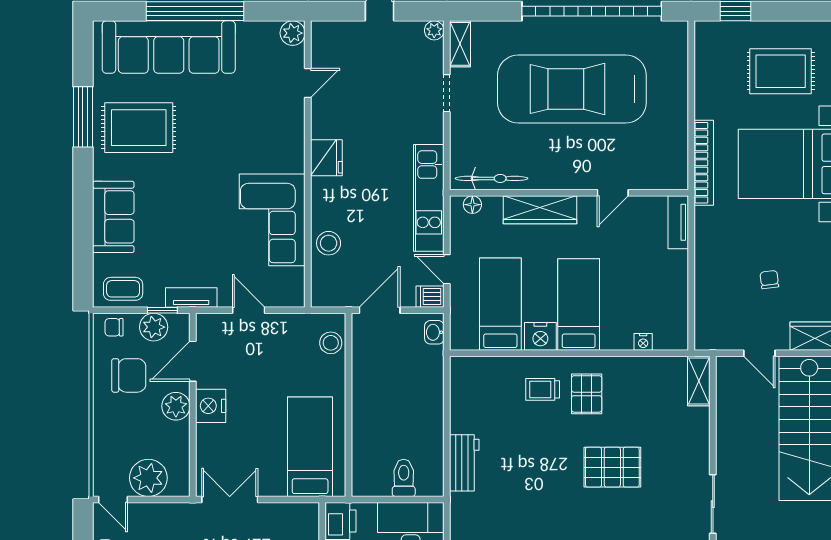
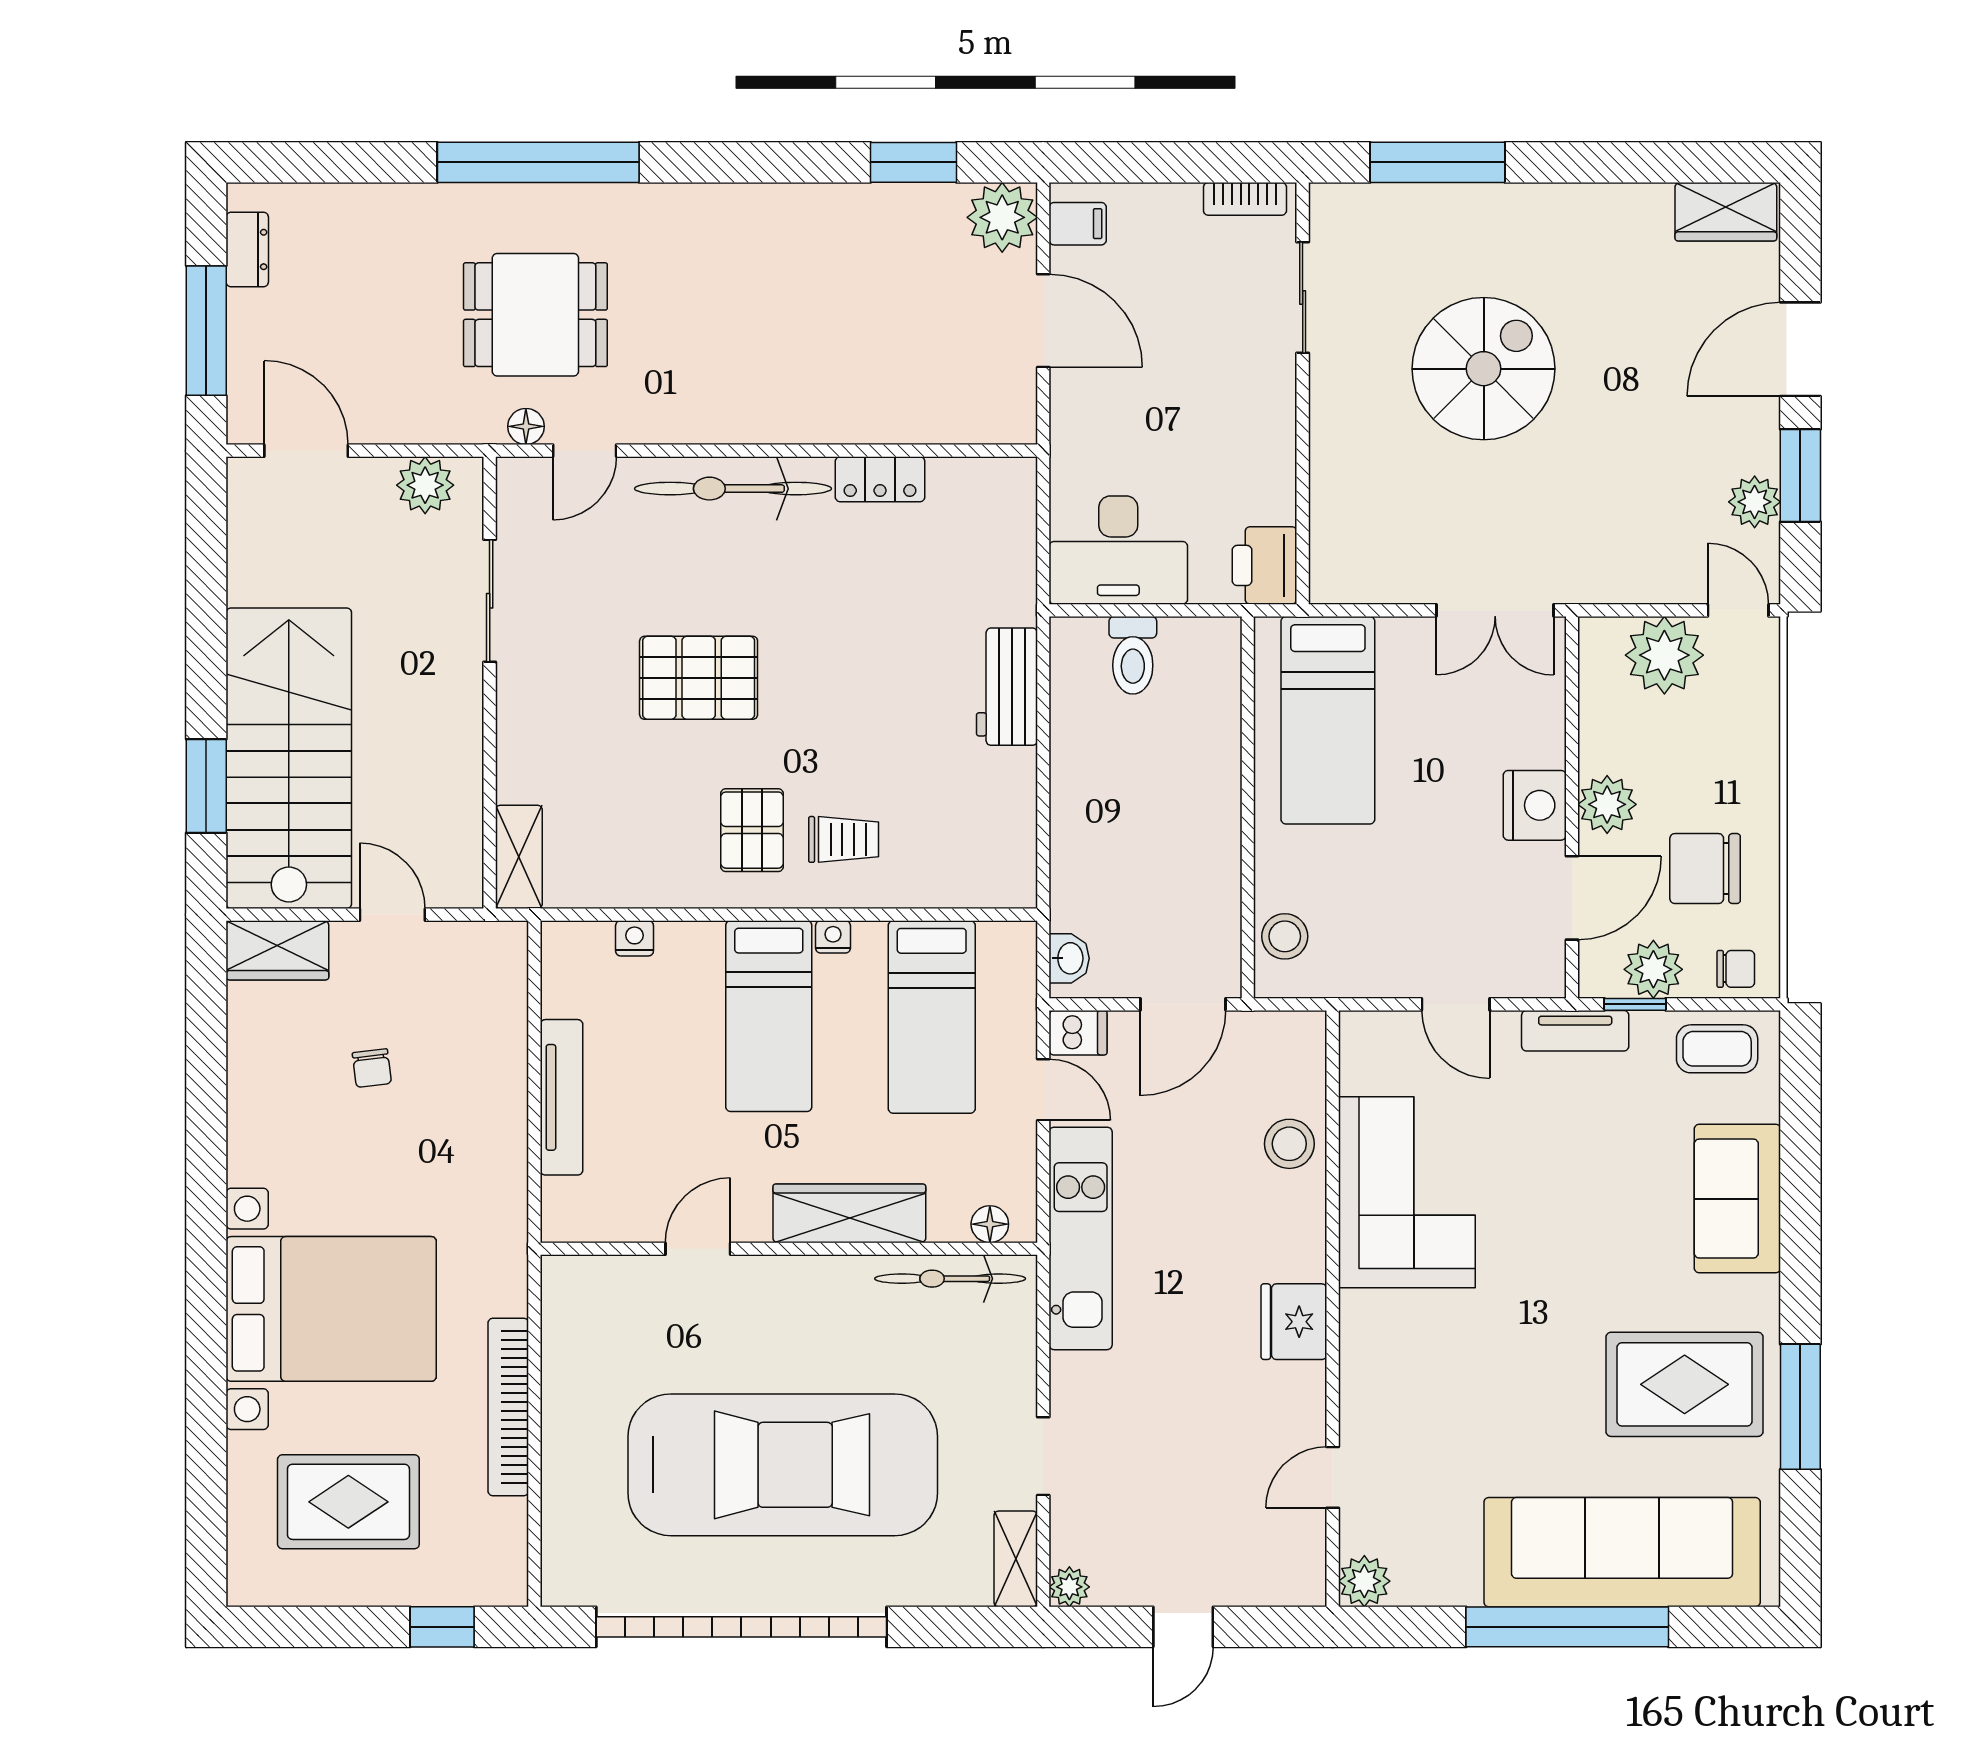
bookcase: (704, 163) -> (508, 1407), moved
tv unit: (678, 222) -> (562, 1097), moved, width x1.41
nightstand: (540, 336) -> (833, 937), width x0.53, depth x0.56

